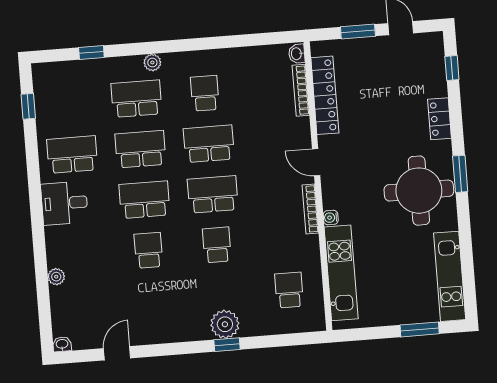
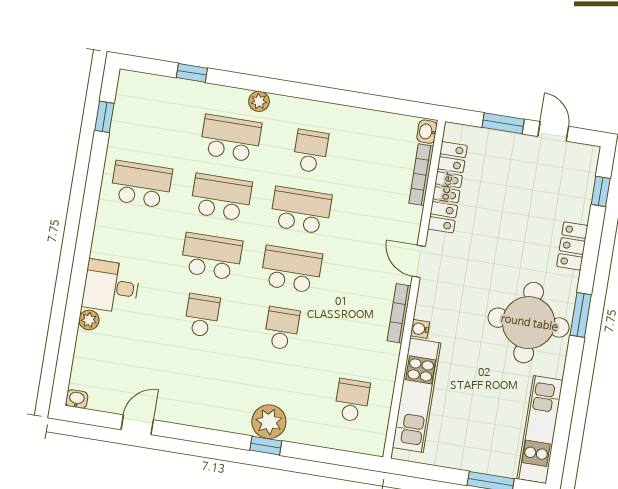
desk: (64, 203) -> (111, 287), moved

